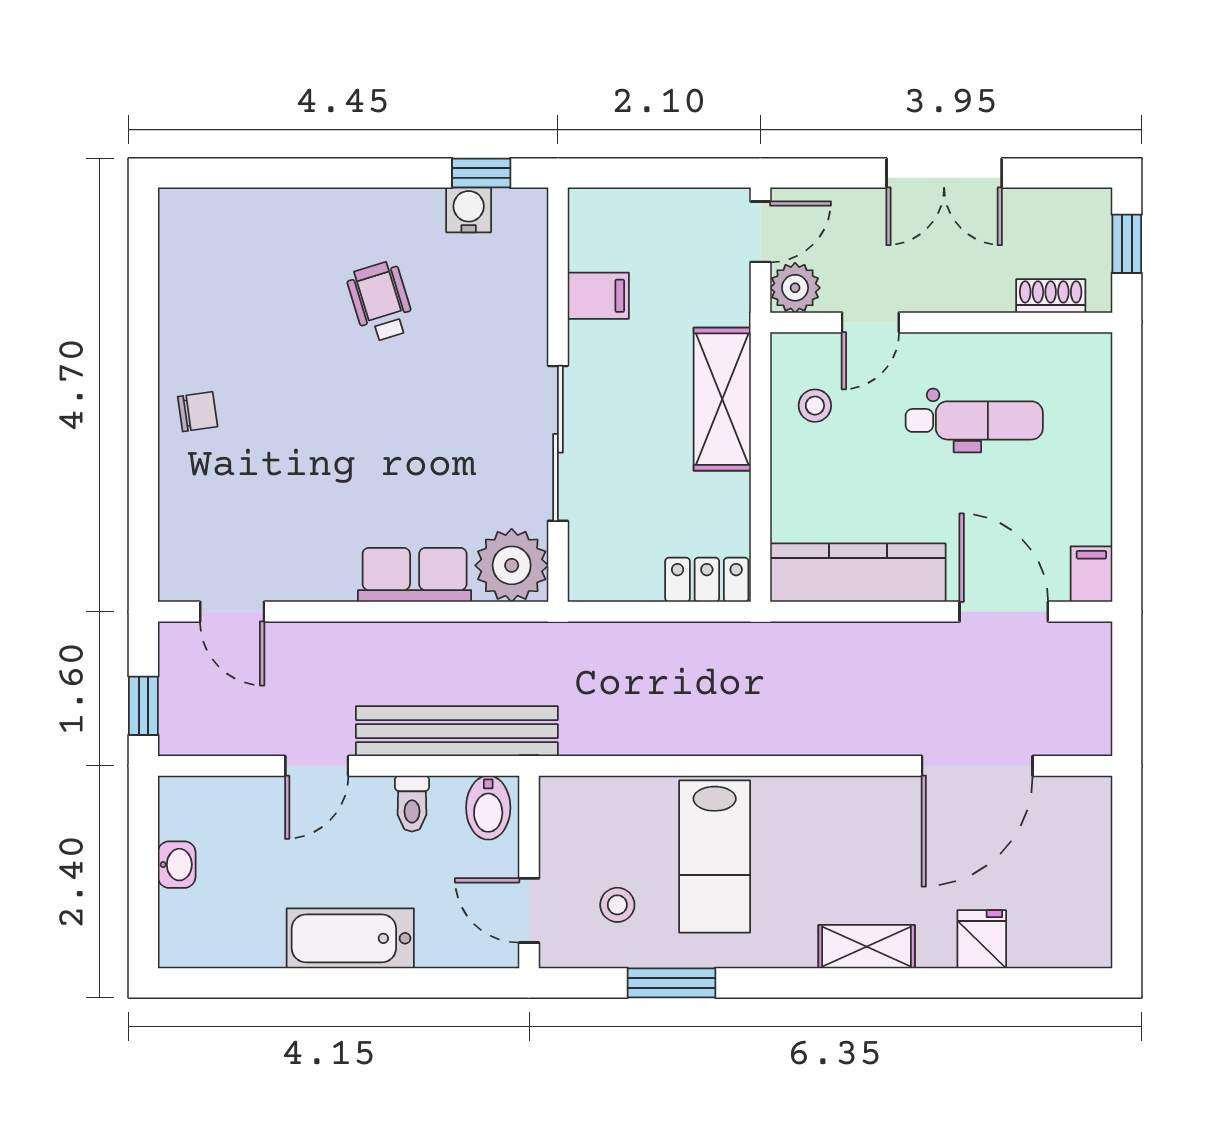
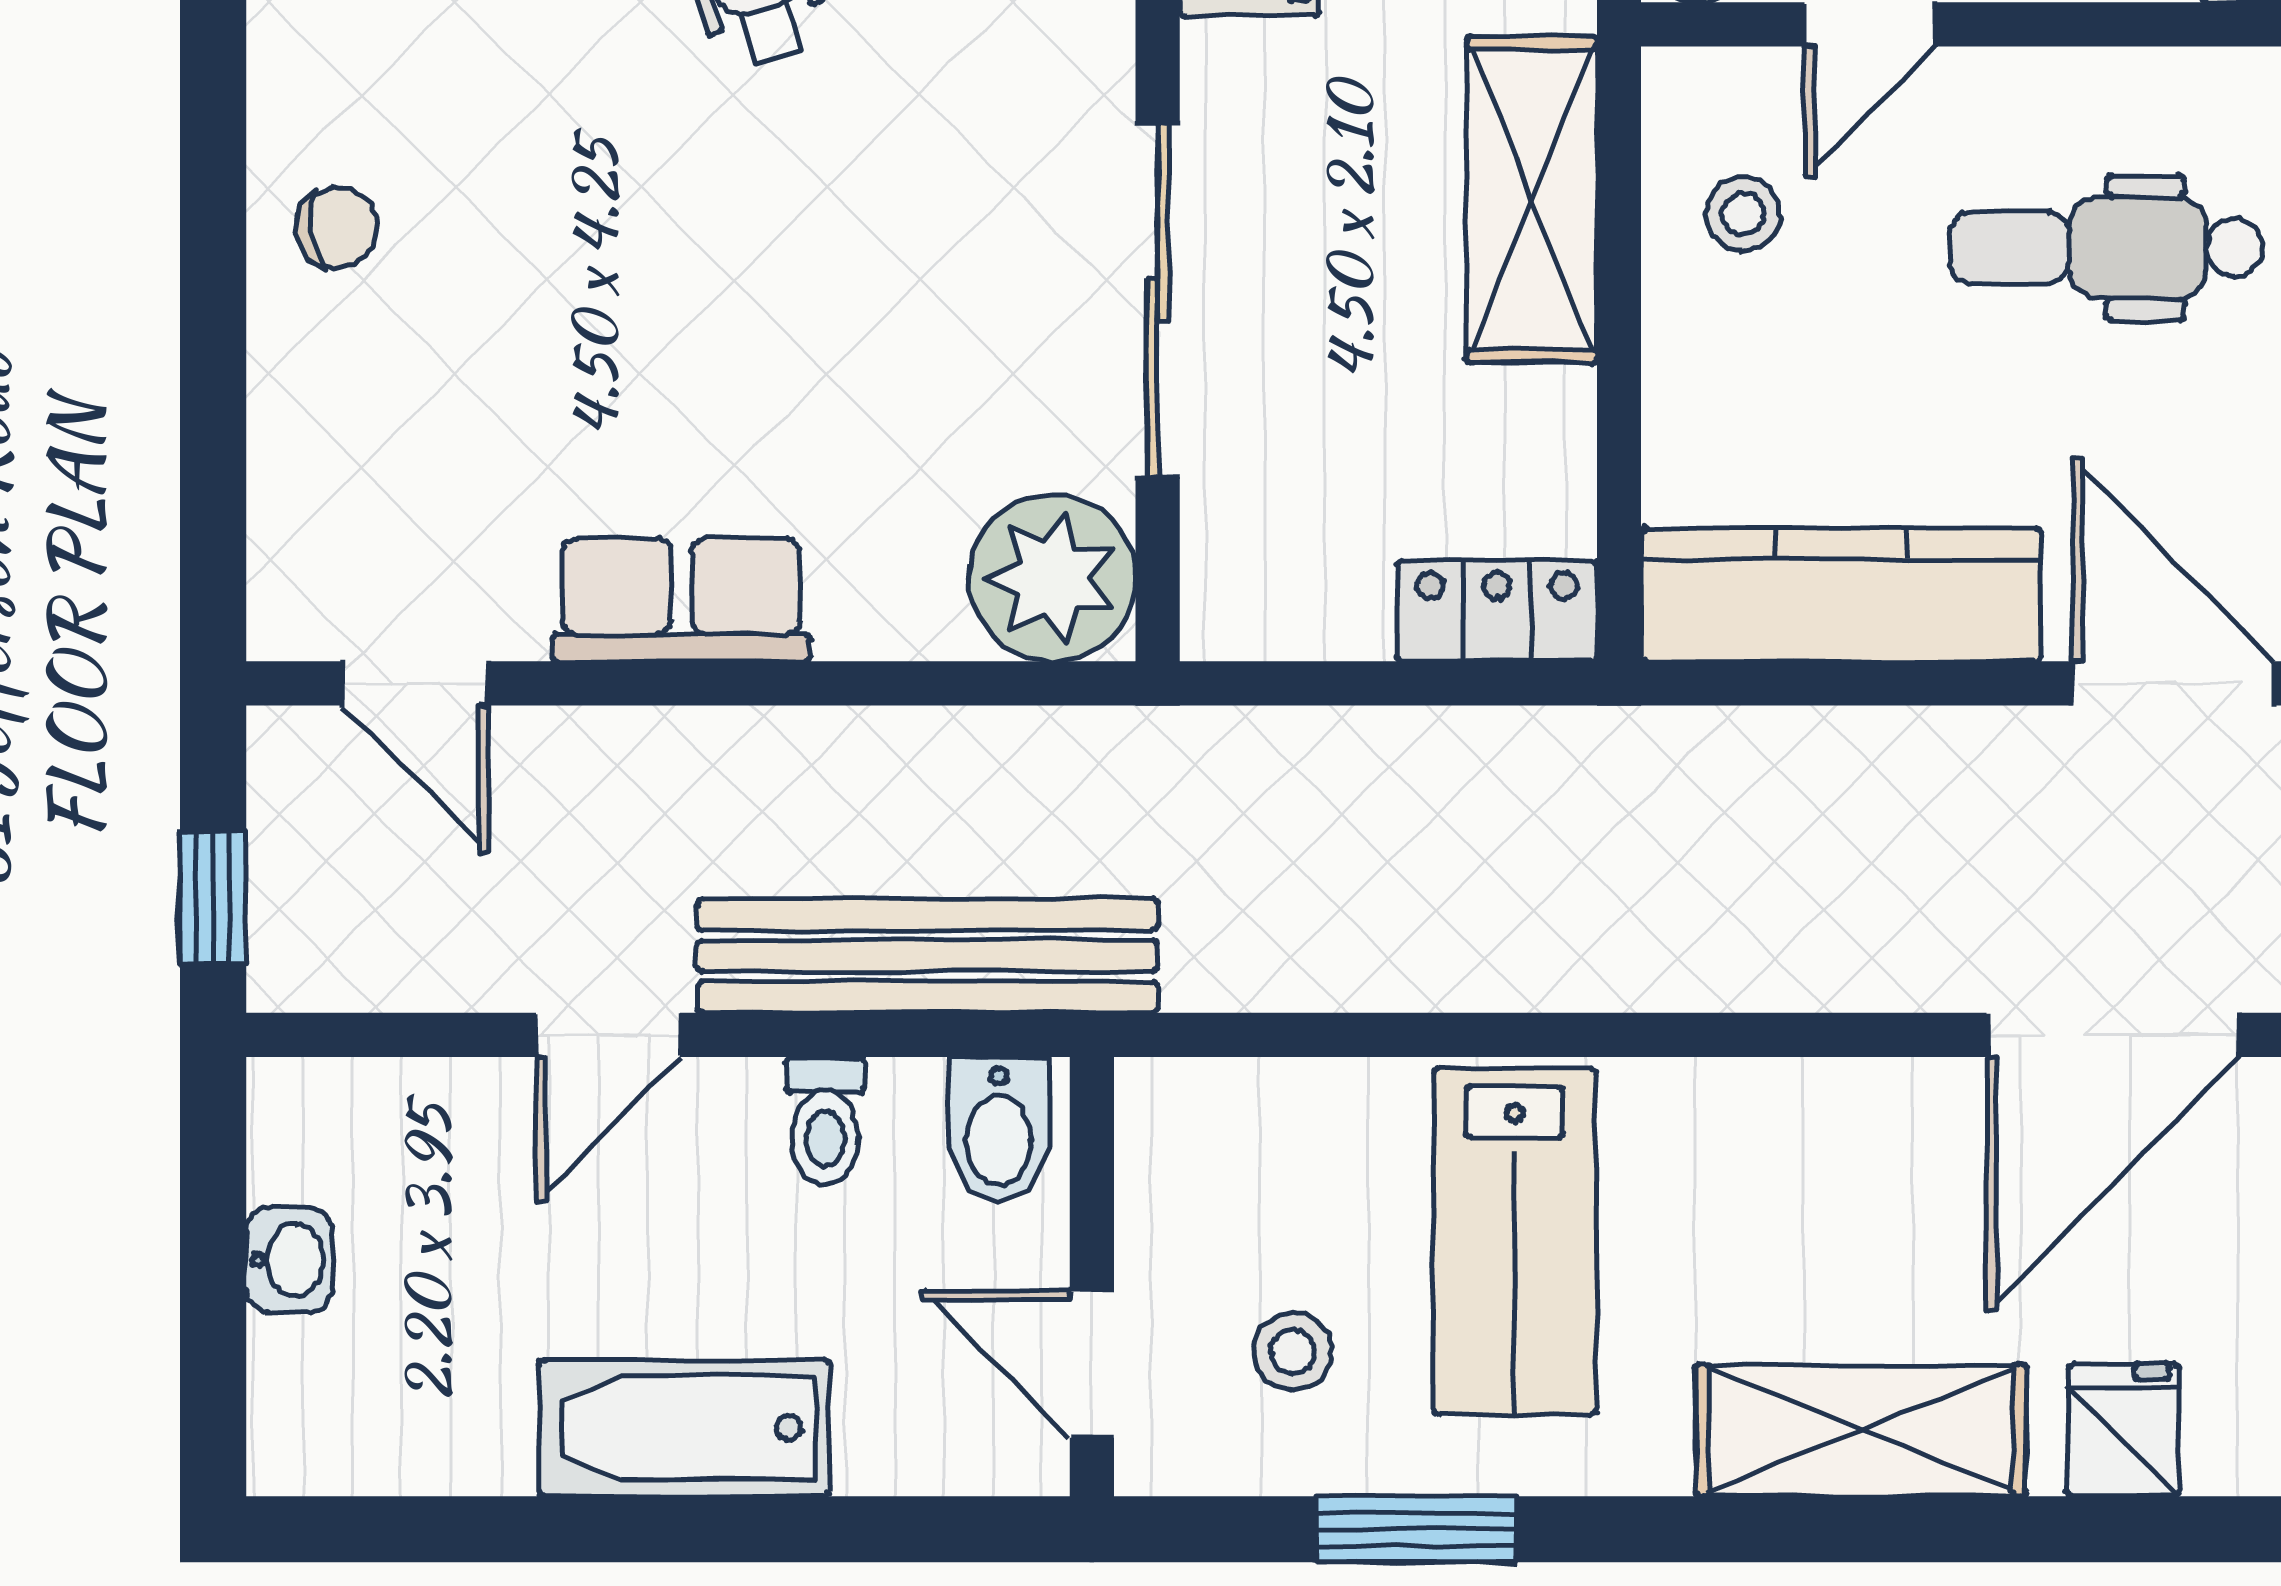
dental chair: (974, 420) -> (2106, 248), turned 180
row of seats: (415, 575) -> (681, 600), moved
shelving: (867, 947) -> (1861, 1430), width x1.50, depth x1.33

